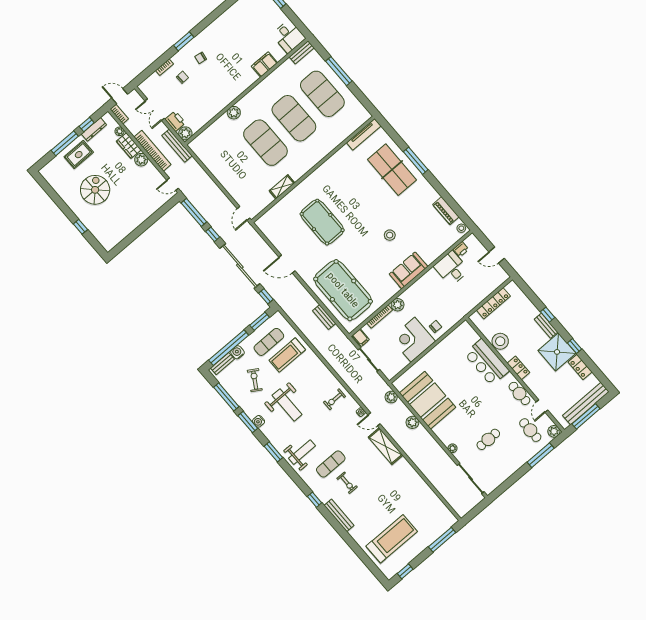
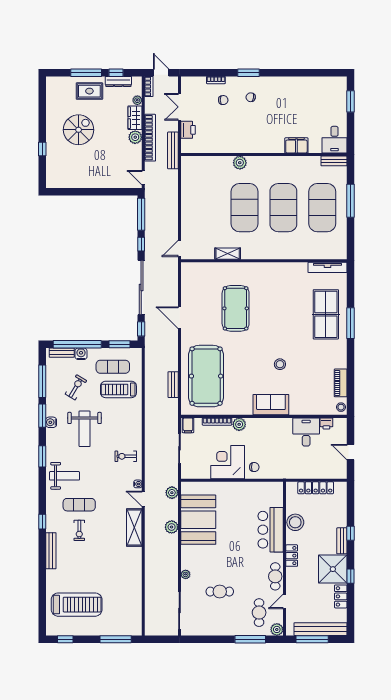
plant: (185, 133) -> (188, 146), removed

